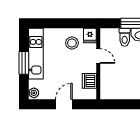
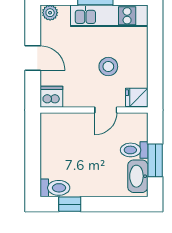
stool: (72, 43) -> (108, 67), moved
dishwasher: (89, 81) -> (51, 97), moved

